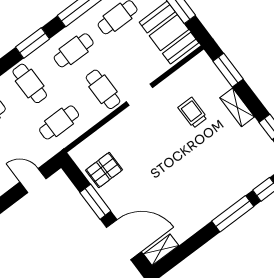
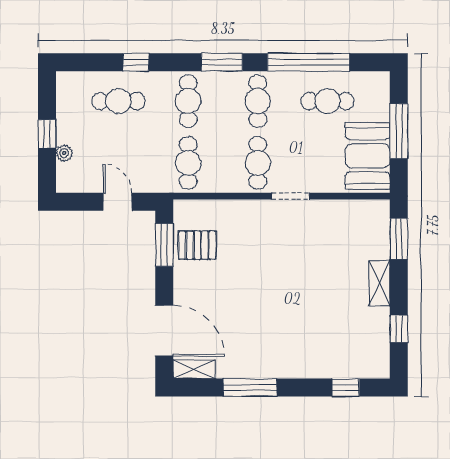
cafe table: (74, 50) -> (258, 101), turned 90
trolley: (193, 113) -> (330, 255), removed
cafe table: (59, 122) -> (188, 163), turned 90
window: (95, 202) -> (164, 245), moved
window: (233, 214) -> (250, 388), moved

